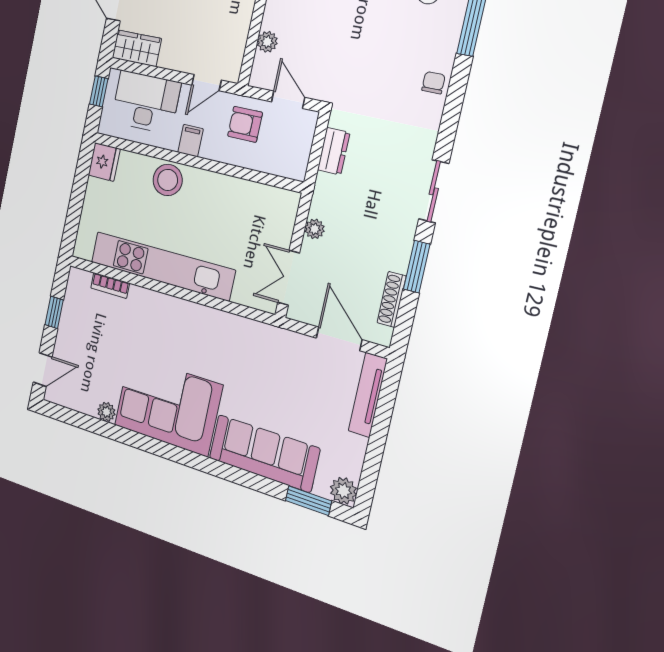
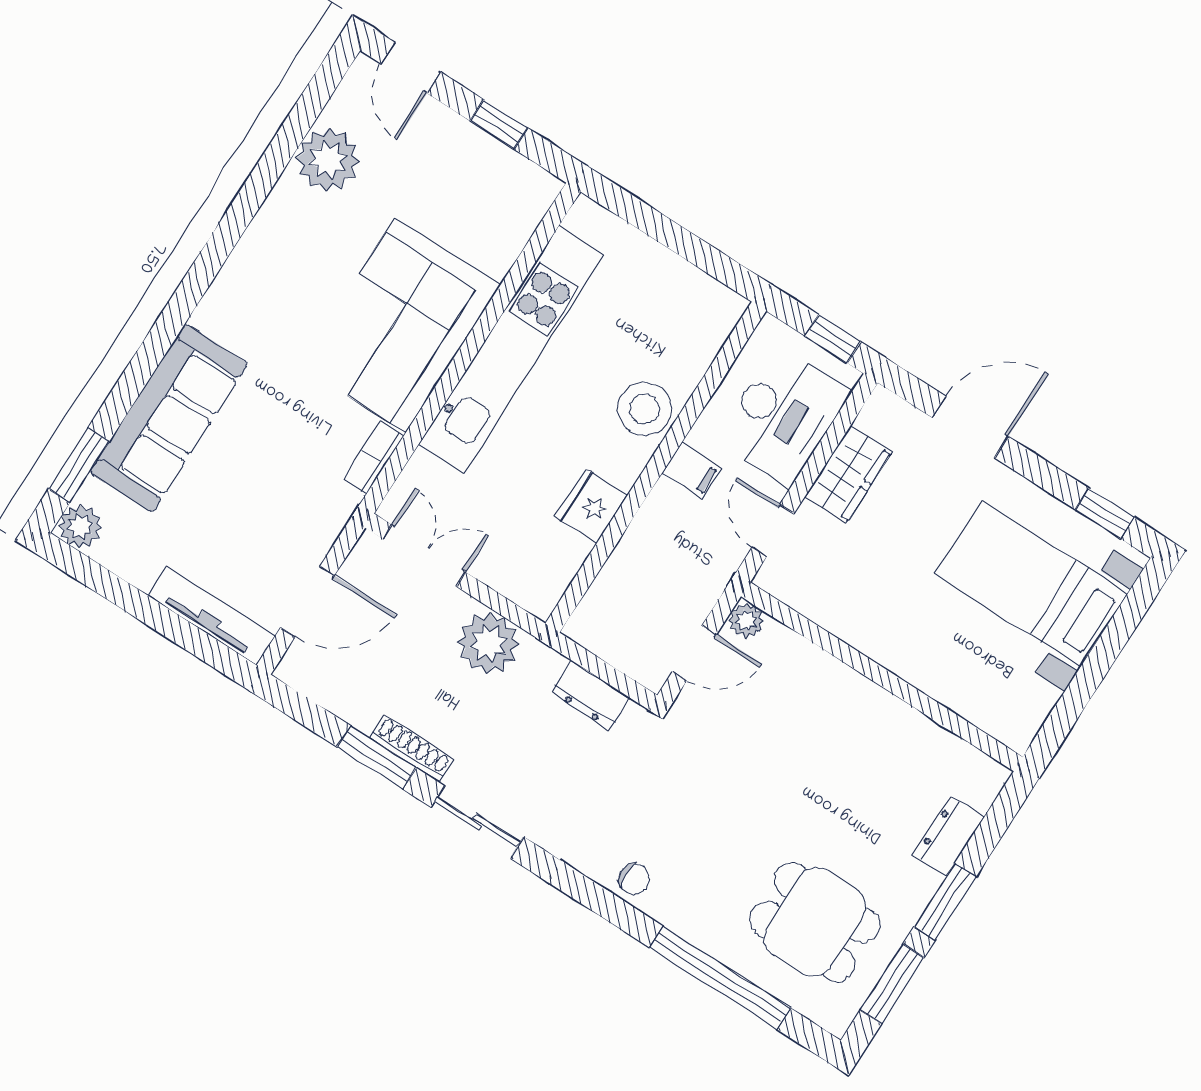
plant: (267, 42) -> (746, 620), moved
wardrobe: (137, 48) -> (848, 474), moved
armchair: (245, 124) -> (683, 570), removed
fridge: (104, 162) -> (591, 506), moved, turned 90
plant: (315, 229) -> (488, 643), width x1.88, depth x1.88
bookcase: (110, 286) -> (373, 458), moved
shoe rack: (392, 299) -> (412, 748), moved
corner sofa: (168, 405) -> (400, 325), moved, turned 180
plant: (106, 412) -> (328, 160), width x1.88, depth x1.88

